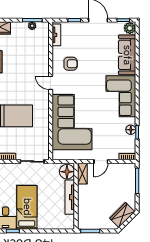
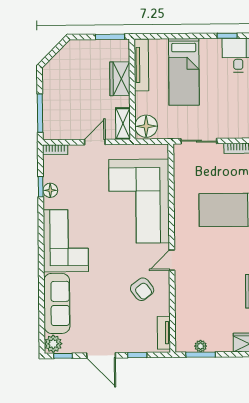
armchair: (71, 64) -> (142, 289), turned -127
door: (51, 83) -> (172, 260), swing flipped
tv unit: (70, 197) -> (141, 65), moved
bed: (27, 207) -> (184, 72), moved
wardrobe: (122, 215) -> (120, 79), moved, turned 135

